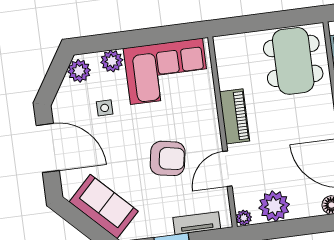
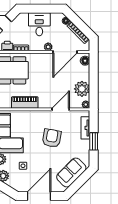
piano: (235, 116) -> (25, 103), moved
door: (227, 169) -> (61, 109), swing flipped

